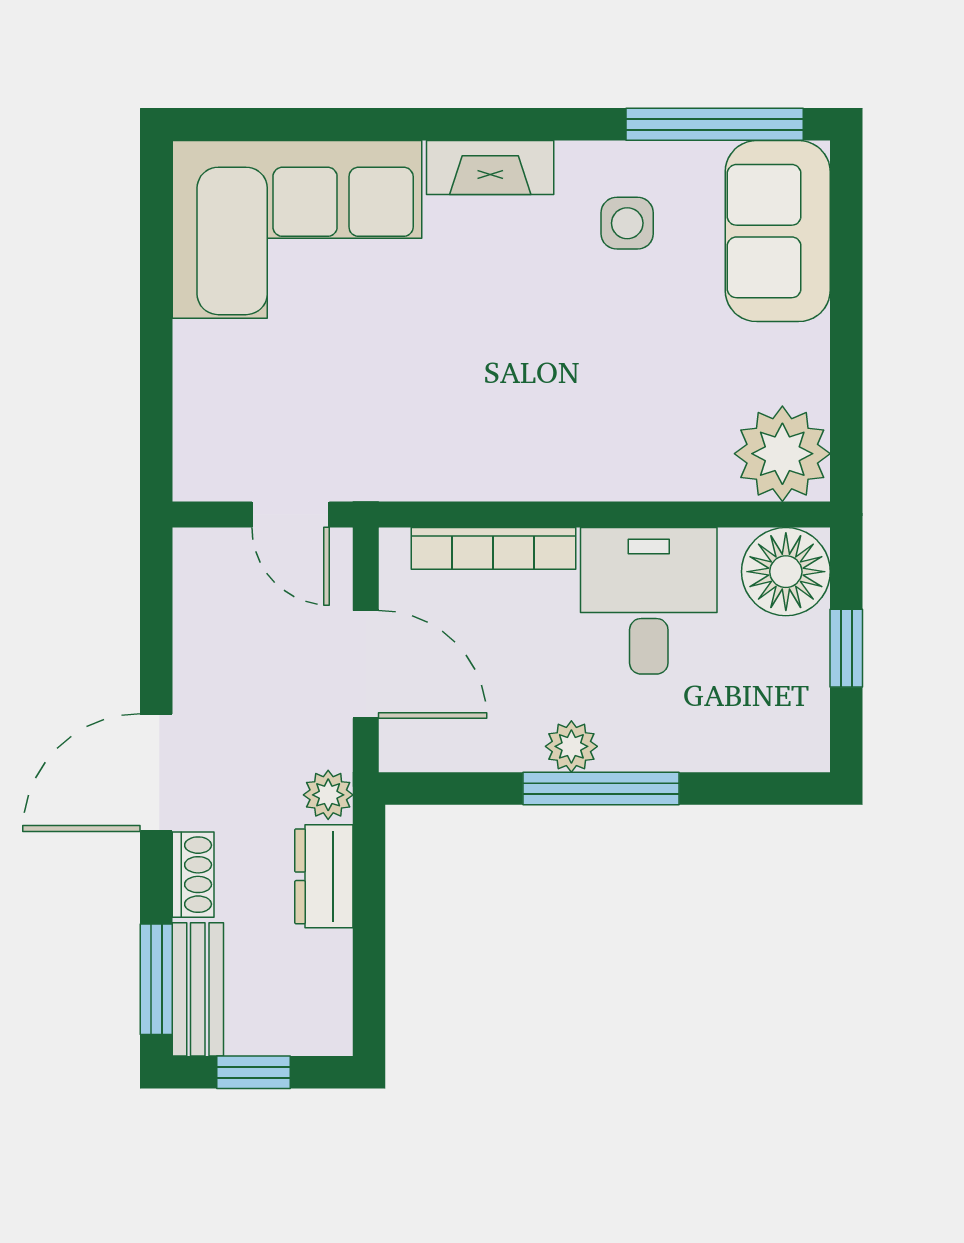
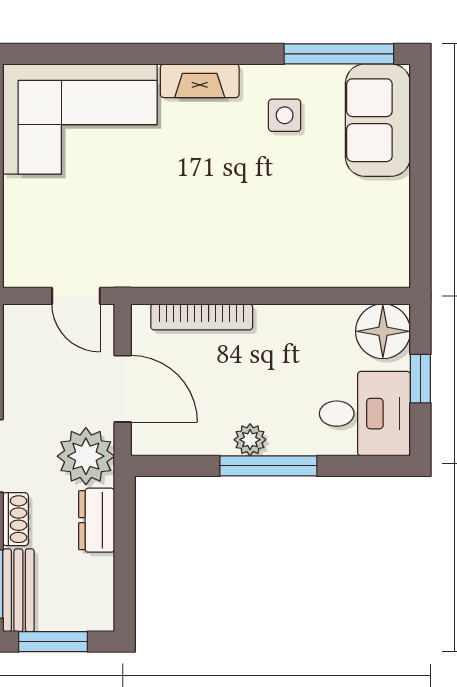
plant: (782, 454) -> (381, 258), removed
desk: (649, 601) -> (365, 414), moved, turned 90
plant: (328, 795) -> (86, 456), width x1.87, depth x1.87
window: (254, 1072) -> (53, 642), width x1.50

